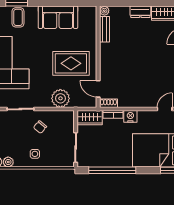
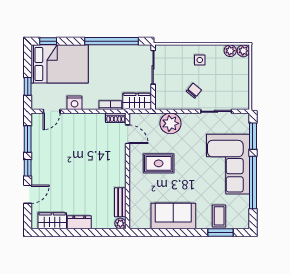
rug: (71, 63) -> (159, 163), width x0.73, depth x0.70
nightstand: (130, 116) -> (75, 103), moved

